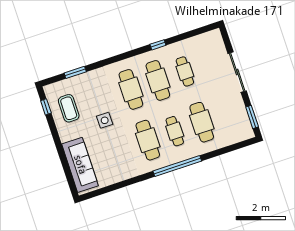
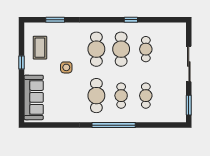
window: (46, 107) -> (22, 63), moved
cafe table: (202, 122) -> (146, 96), width x0.73, depth x0.74

